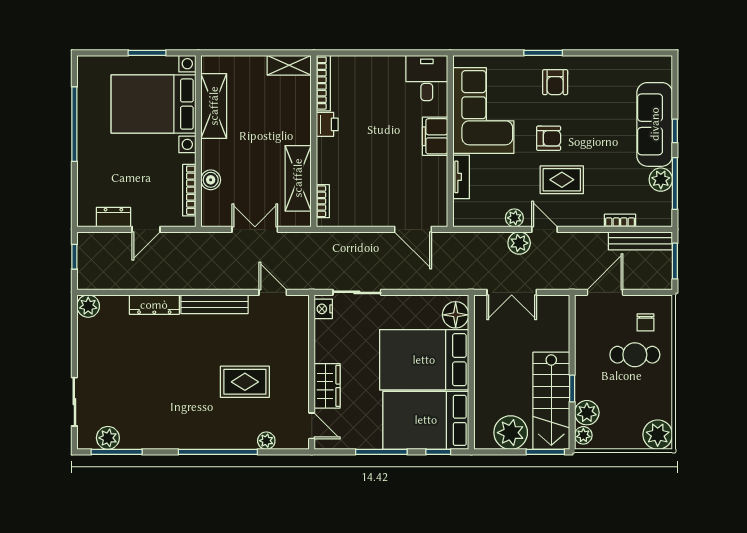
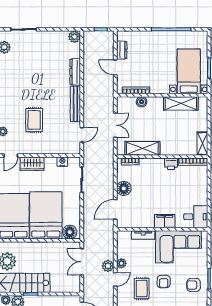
bed with nightstands: (153, 104) -> (189, 71), width x0.73
floor lamp: (374, 213) -> (124, 188), added
nightstand: (323, 309) -> (62, 162), moved

